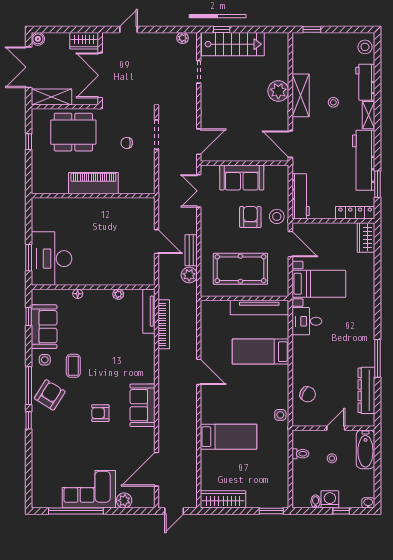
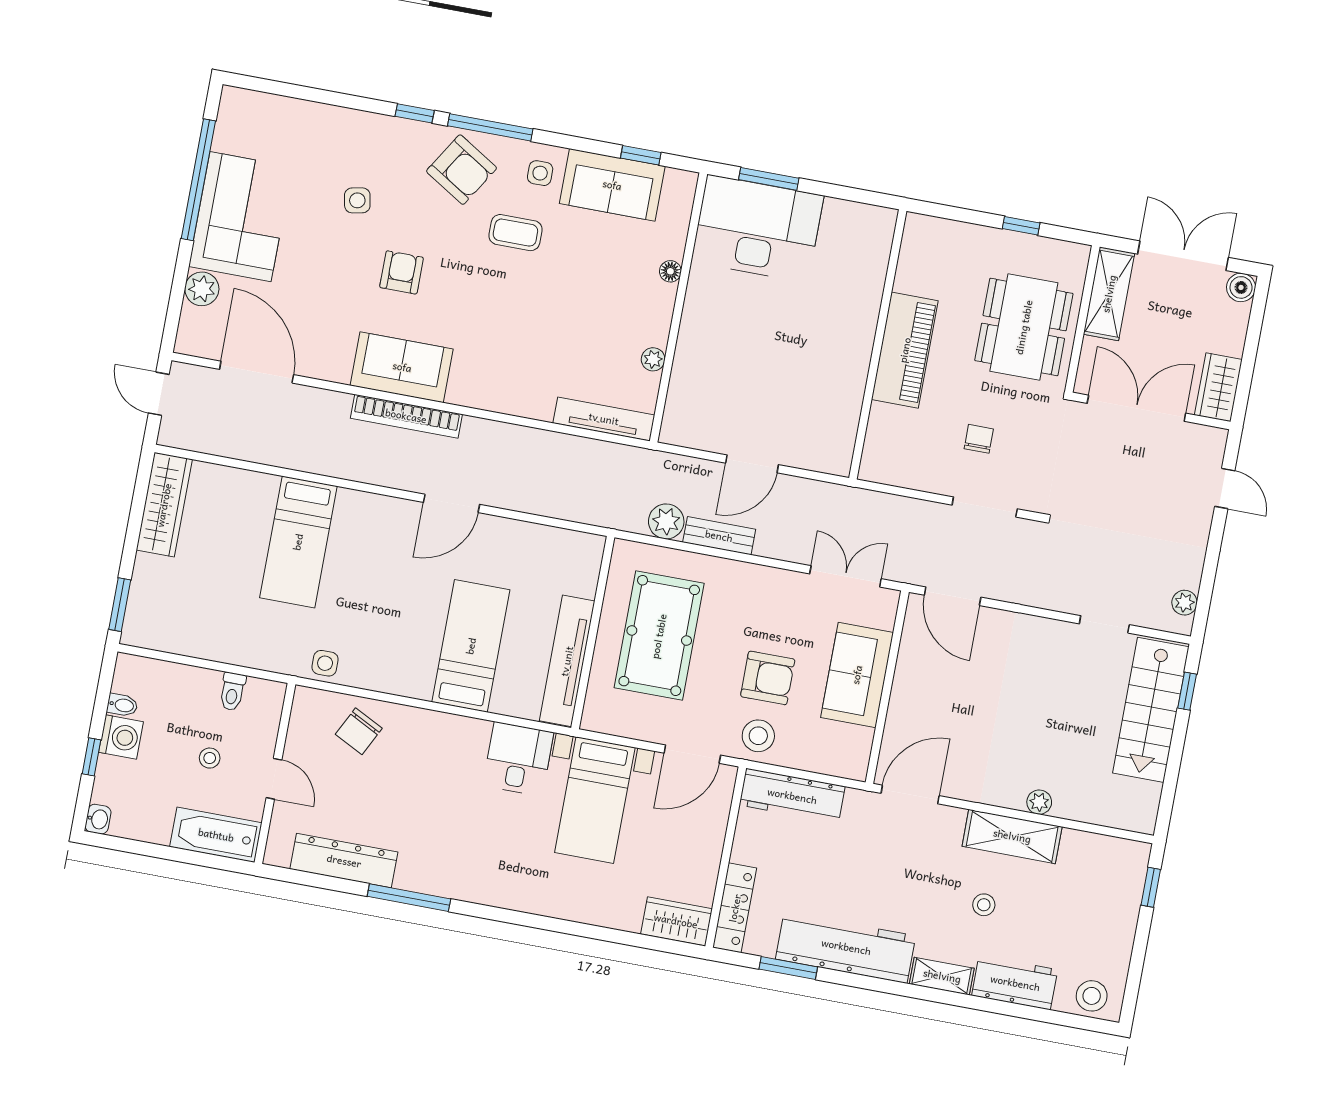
plant: (278, 91) -> (1039, 802), width x0.53, depth x0.53
bookcase: (164, 324) -> (406, 416), moved
side table: (72, 439) -> (357, 200), added

